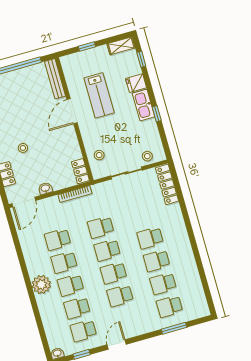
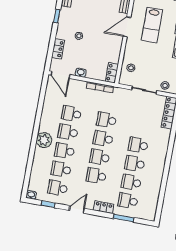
door: (24, 202) -> (60, 75), hinge flipped
locker: (146, 327) -> (104, 207), added

